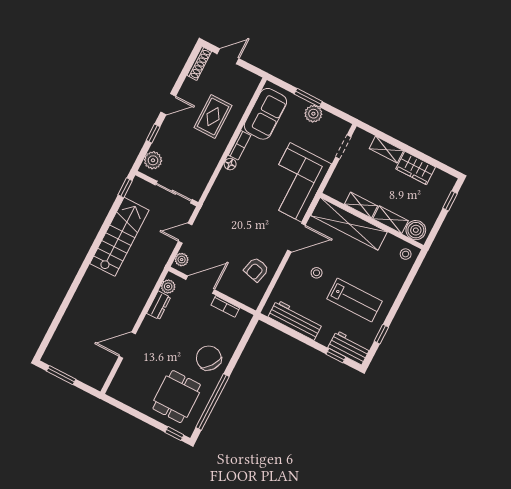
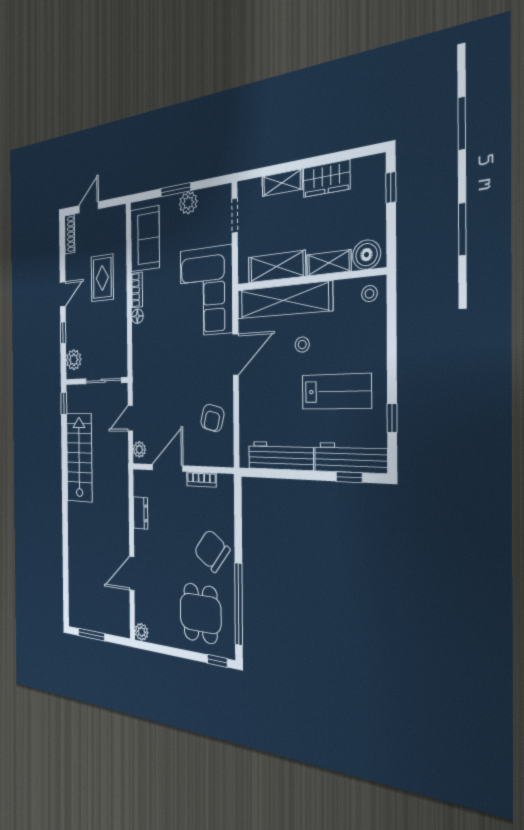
shelving: (361, 205) -> (277, 267), width x1.50, depth x1.33
stool: (317, 273) -> (302, 345), moved
plant: (168, 287) -> (141, 632), moved
workbench: (349, 348) -> (350, 458), width x1.38

